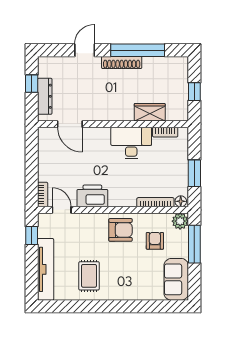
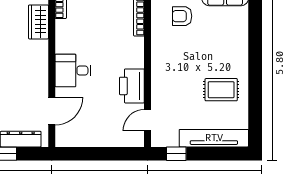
desk: (131, 143) -> (73, 70), moved, width x0.73
bookcase: (43, 195) -> (130, 141), removed
armchair: (121, 230) -> (170, 55), removed

